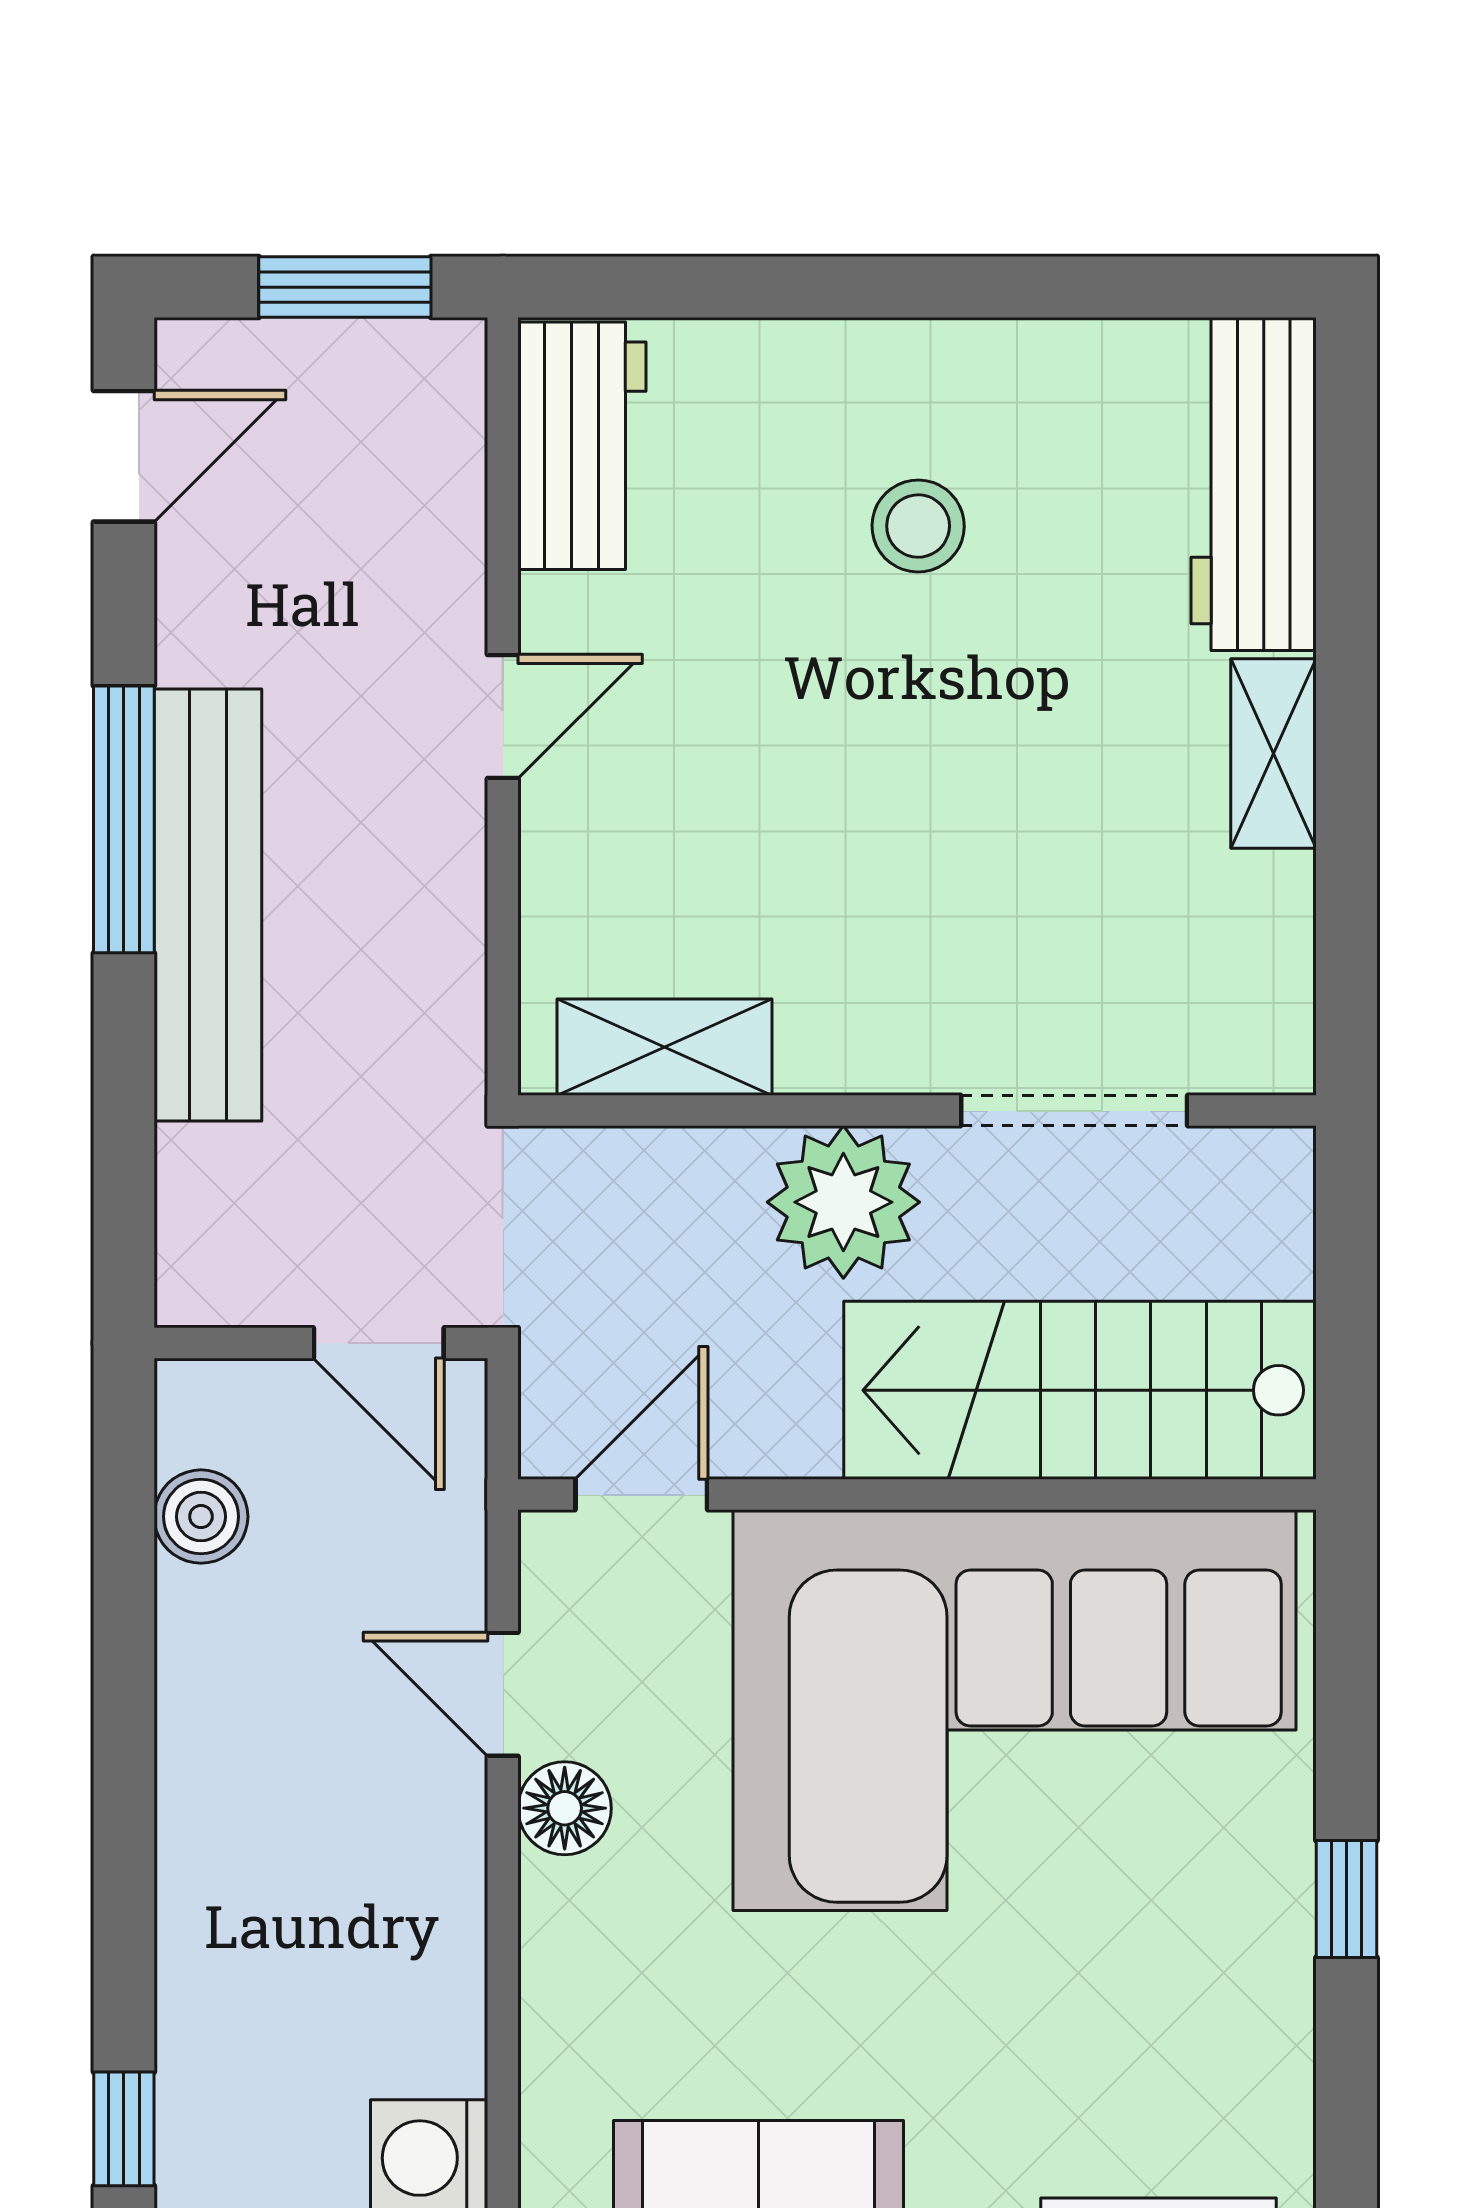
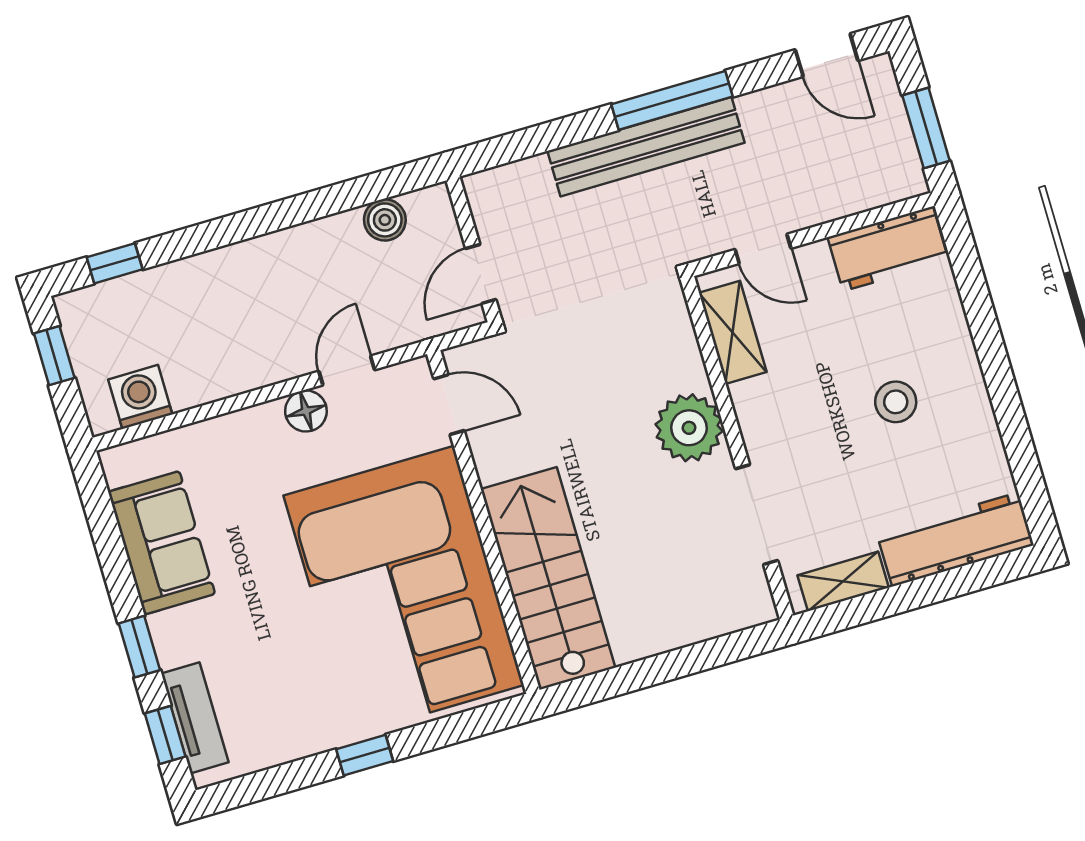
shelving: (664, 1047) -> (733, 332), moved
wall: (917, 1111) -> (737, 448), moved
doorway: (1074, 1111) -> (757, 515), moved
plant: (843, 1202) -> (689, 428), moved

